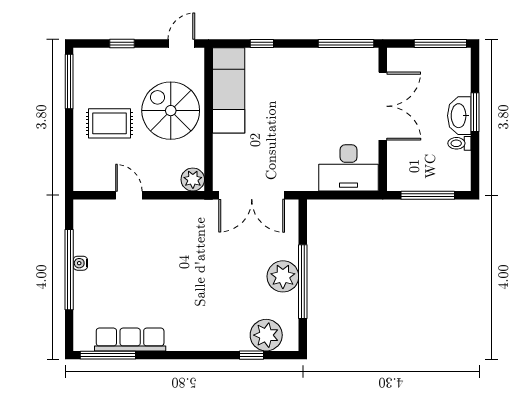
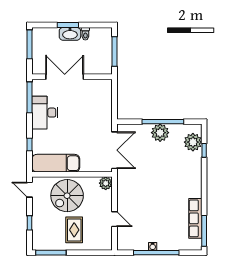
desk: (349, 168) -> (45, 113), moved, turned 180
door: (129, 195) -> (115, 219), swing flipped

